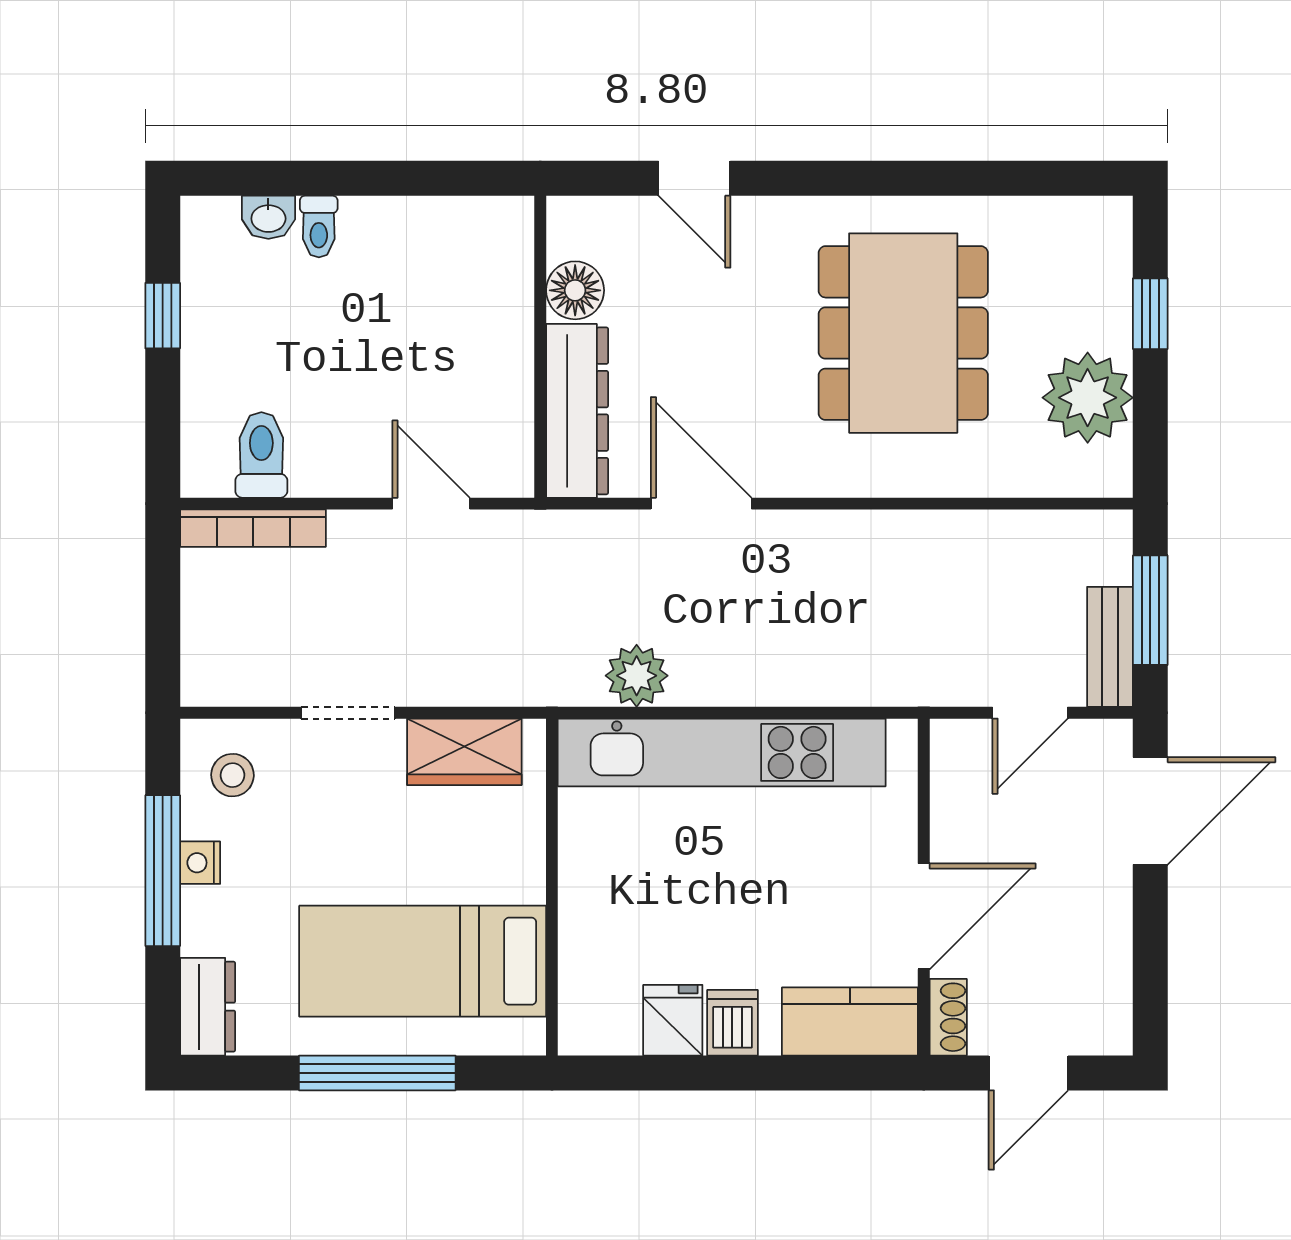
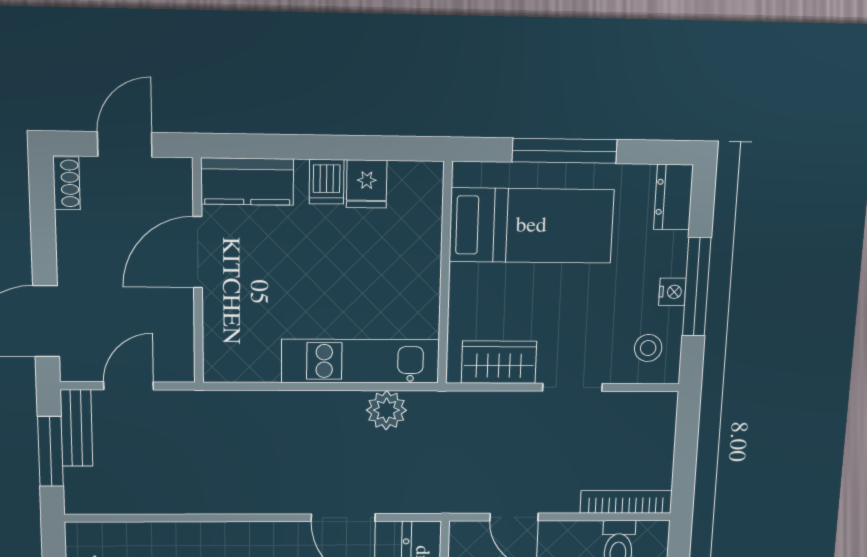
kitchen unit: (722, 752) -> (360, 361), width x0.73
shoe rack: (948, 1017) -> (66, 183), moved, turned 180

